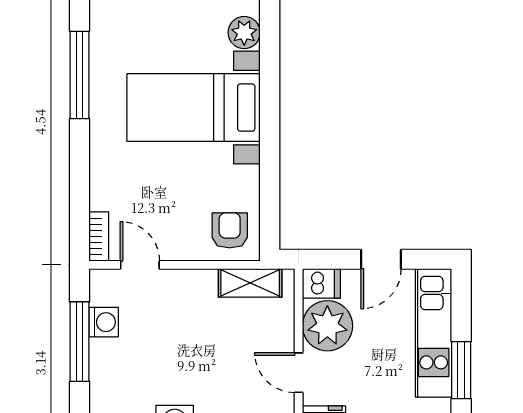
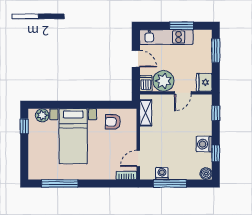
armchair: (230, 230) -> (113, 122), moved

